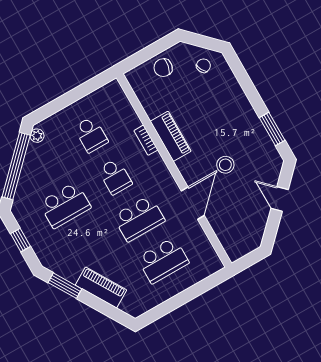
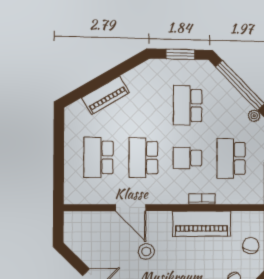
school desk: (91, 135) -> (231, 158), width x1.85
piano: (171, 136) -> (202, 224), width x1.37, depth x1.33
window: (20, 240) -> (180, 54), width x1.50
window: (65, 286) -> (124, 67), removed

